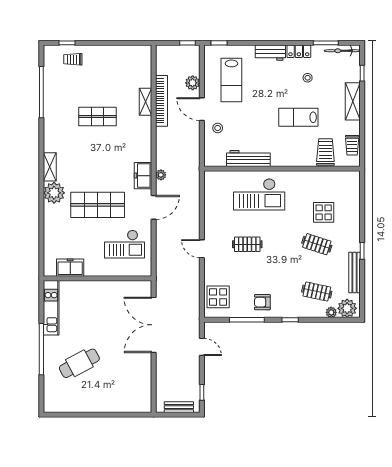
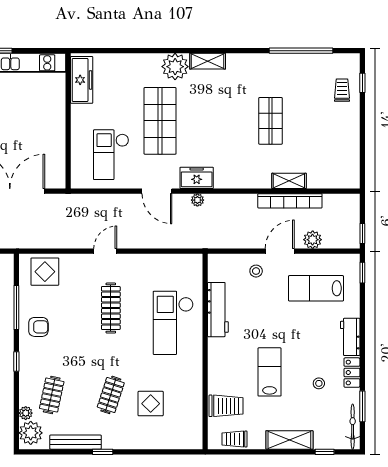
clothes rail: (247, 244) -> (111, 308), width x1.36
freezer: (70, 268) -> (82, 80), width x1.40
armchair: (262, 302) -> (38, 327), turned 90

